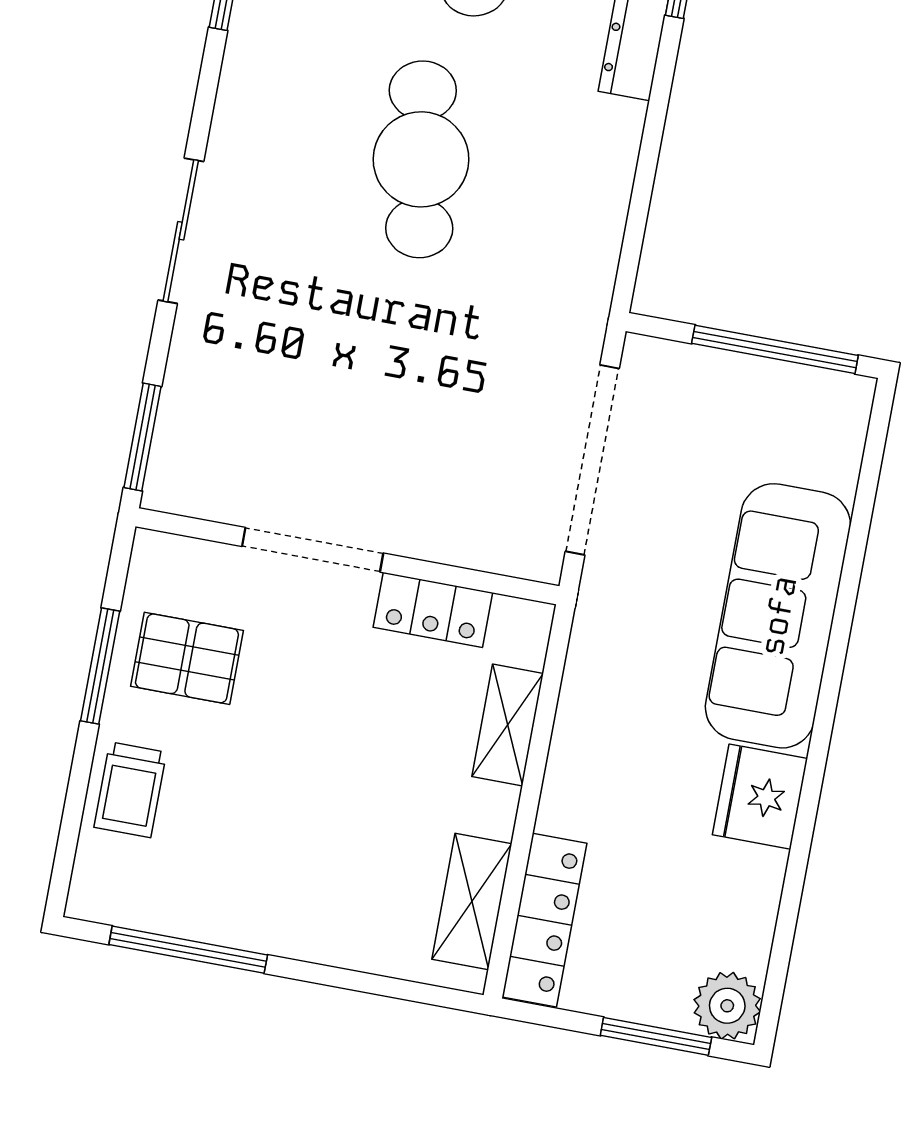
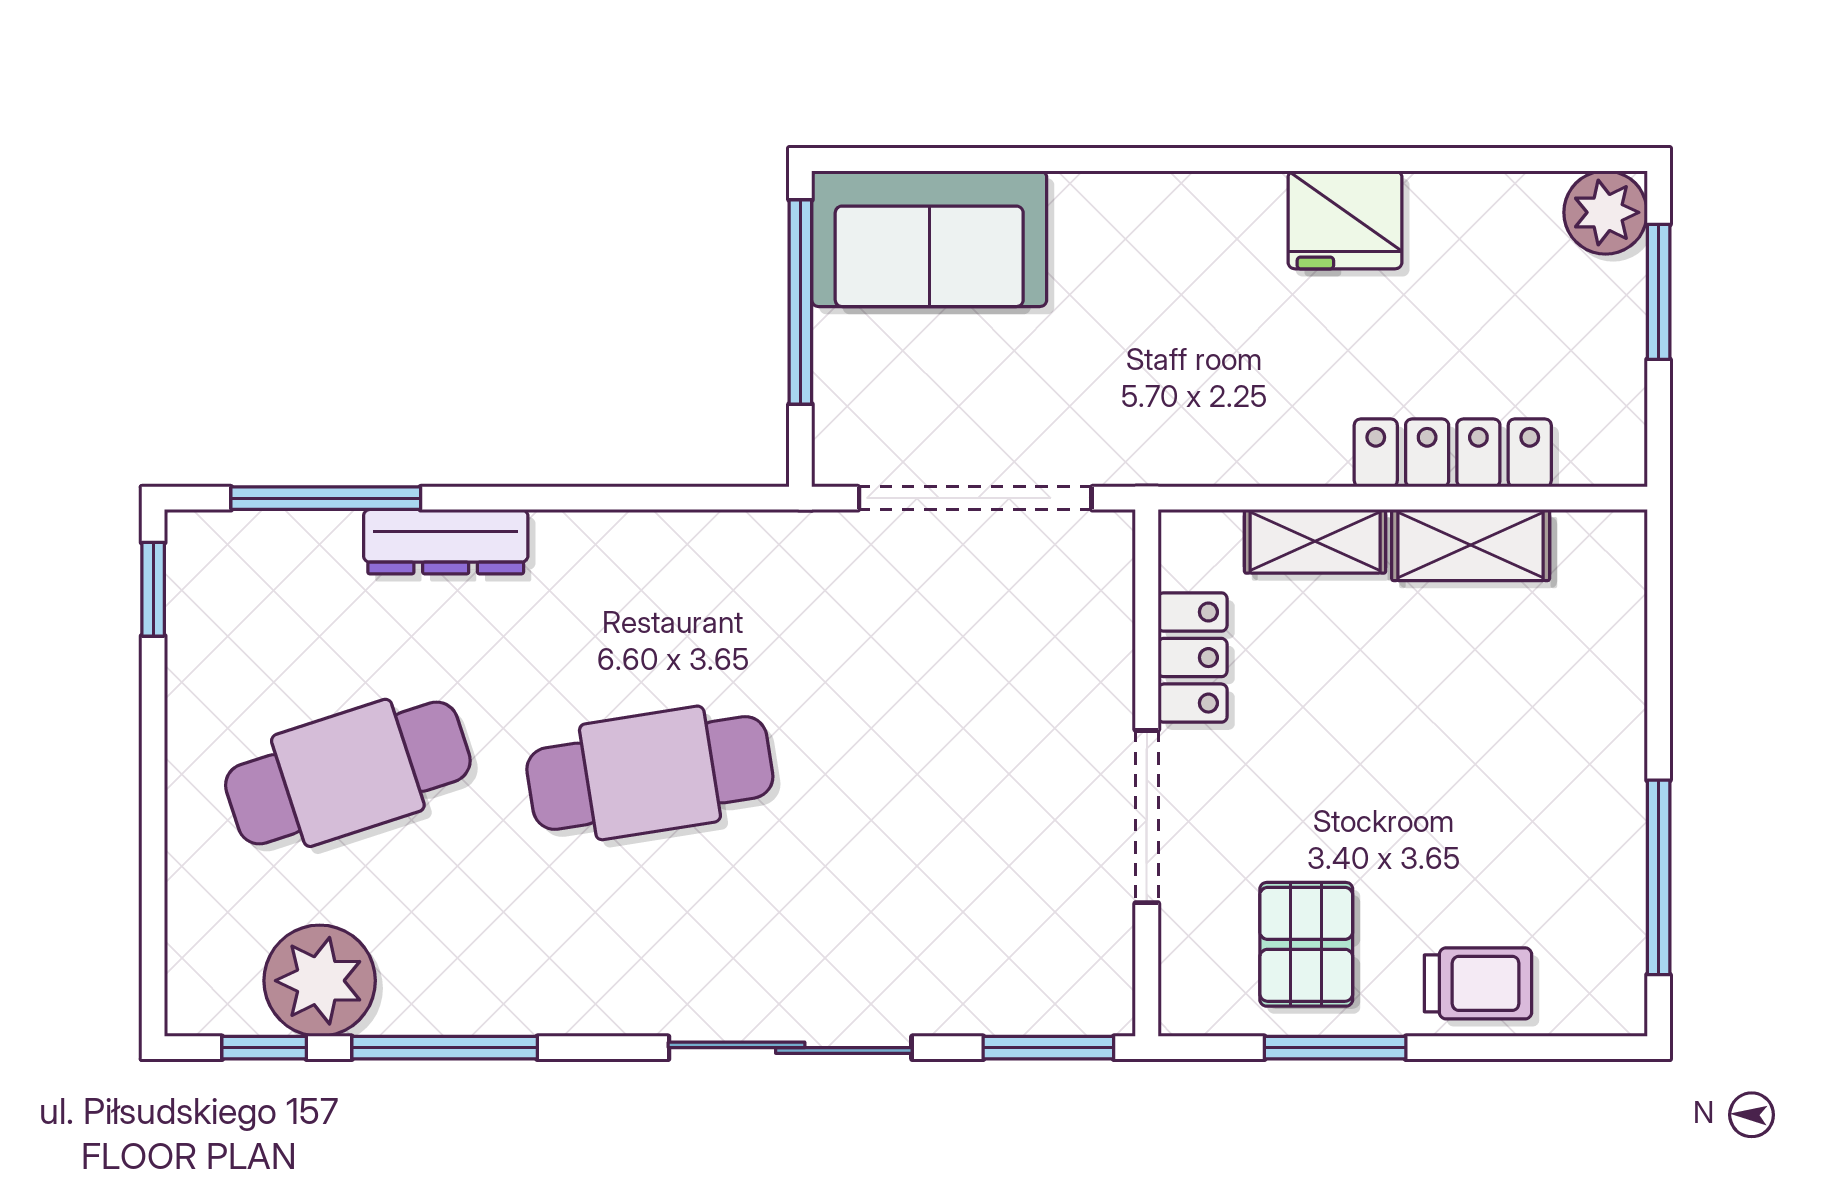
sliding door: (181, 231) -> (790, 1048), width x1.37
sofa: (778, 616) -> (929, 239), moved, width x0.73
shelving: (472, 902) -> (1471, 545), moved
locker: (544, 920) -> (1453, 453), moved

